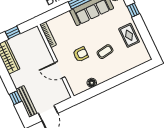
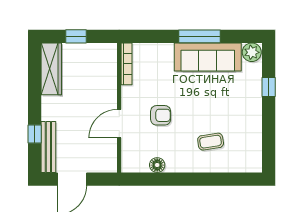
rug: (129, 35) -> (245, 121), removed
coffee table: (105, 52) -> (211, 142), moved
door: (60, 70) -> (119, 124), hinge flipped

